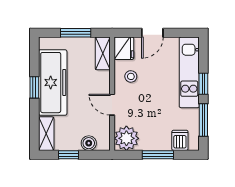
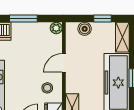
door: (112, 105) -> (64, 63), swing flipped
plant: (126, 138) -> (56, 28), width x0.53, depth x0.53

